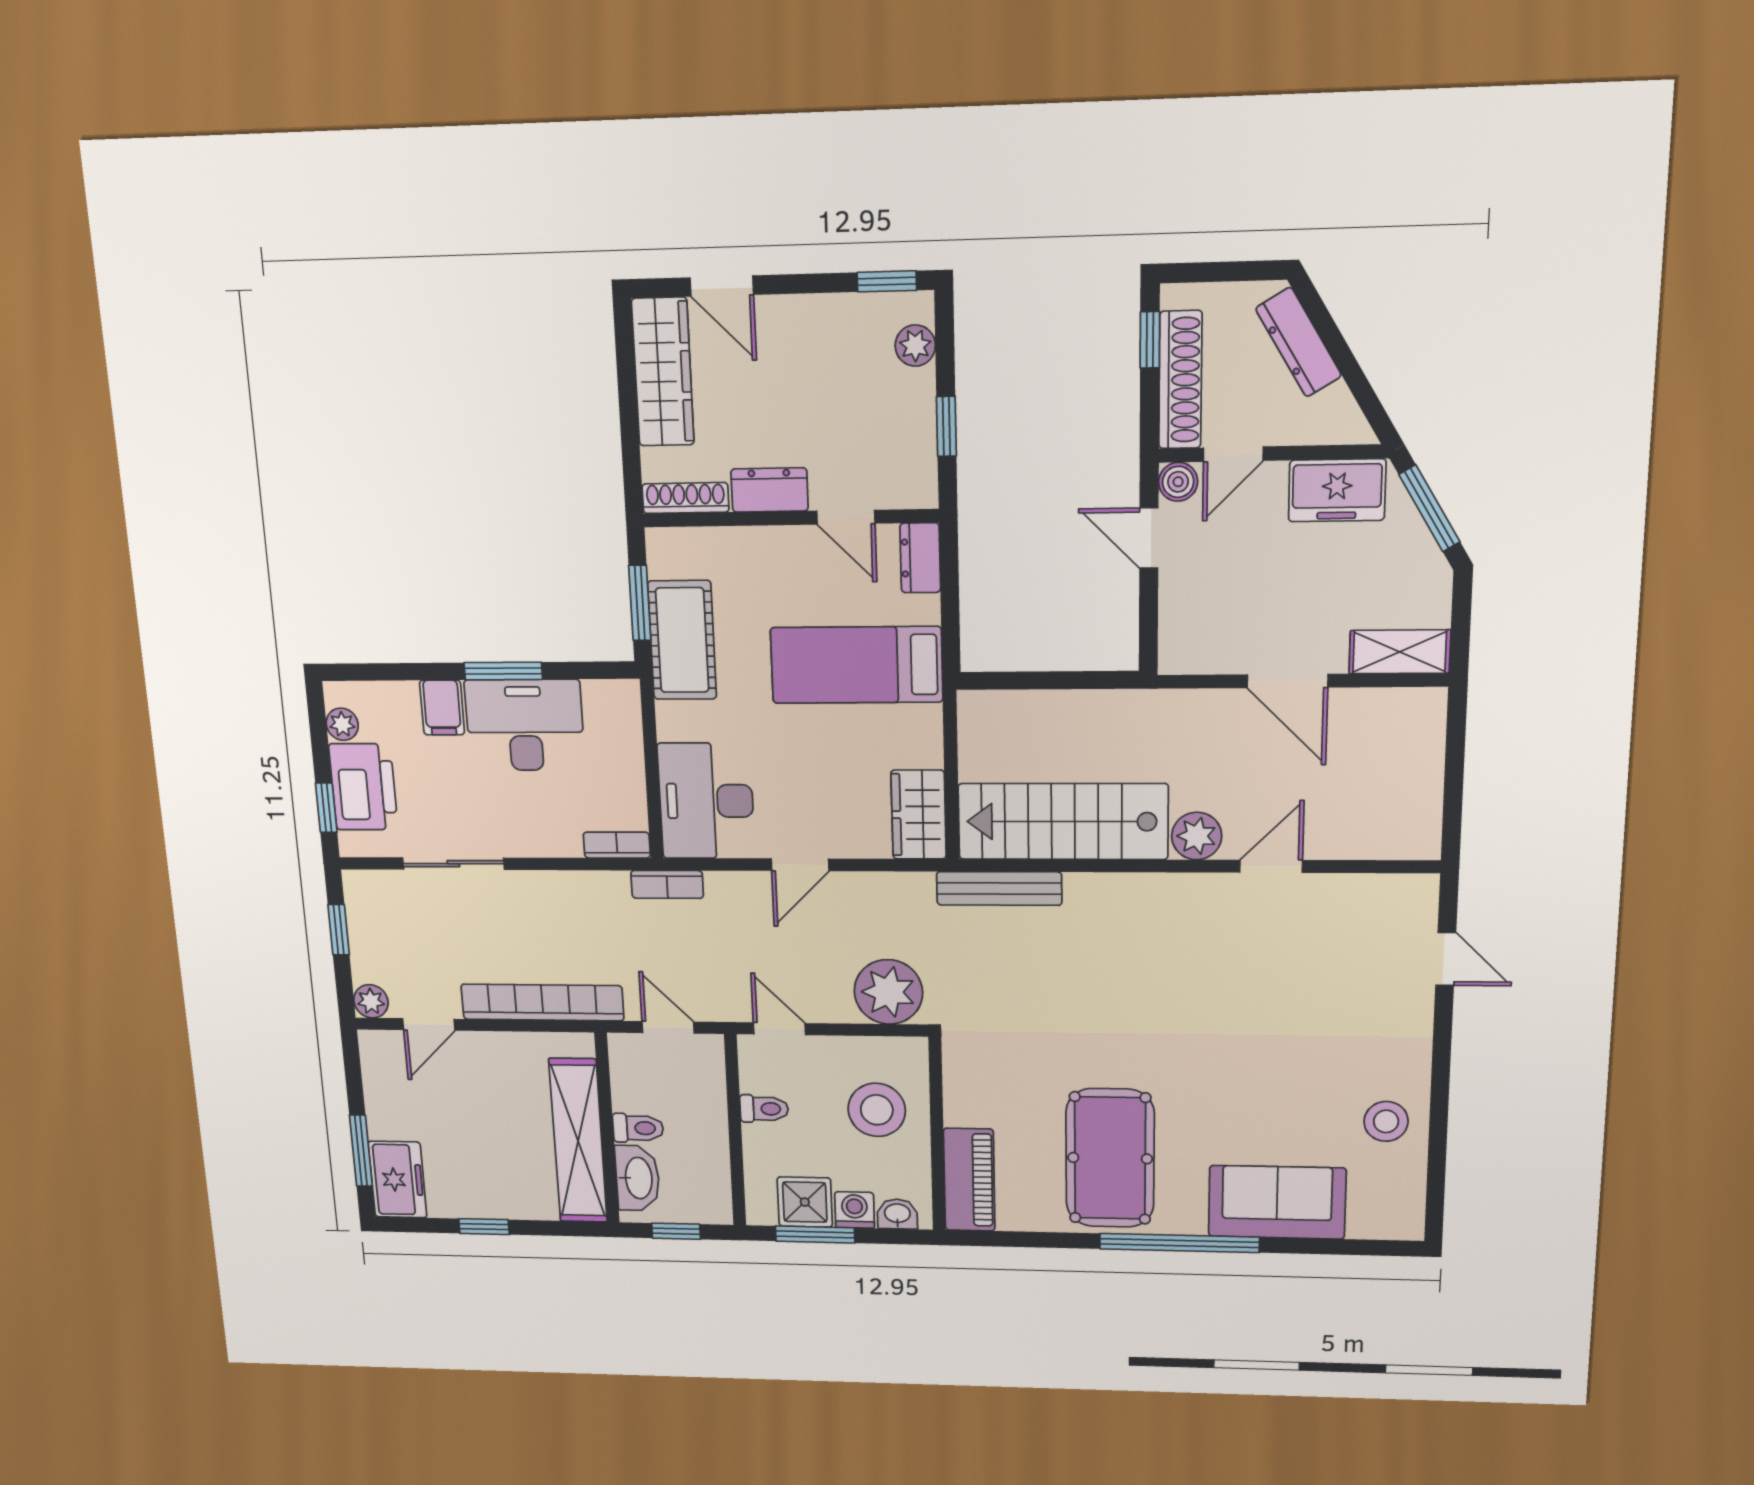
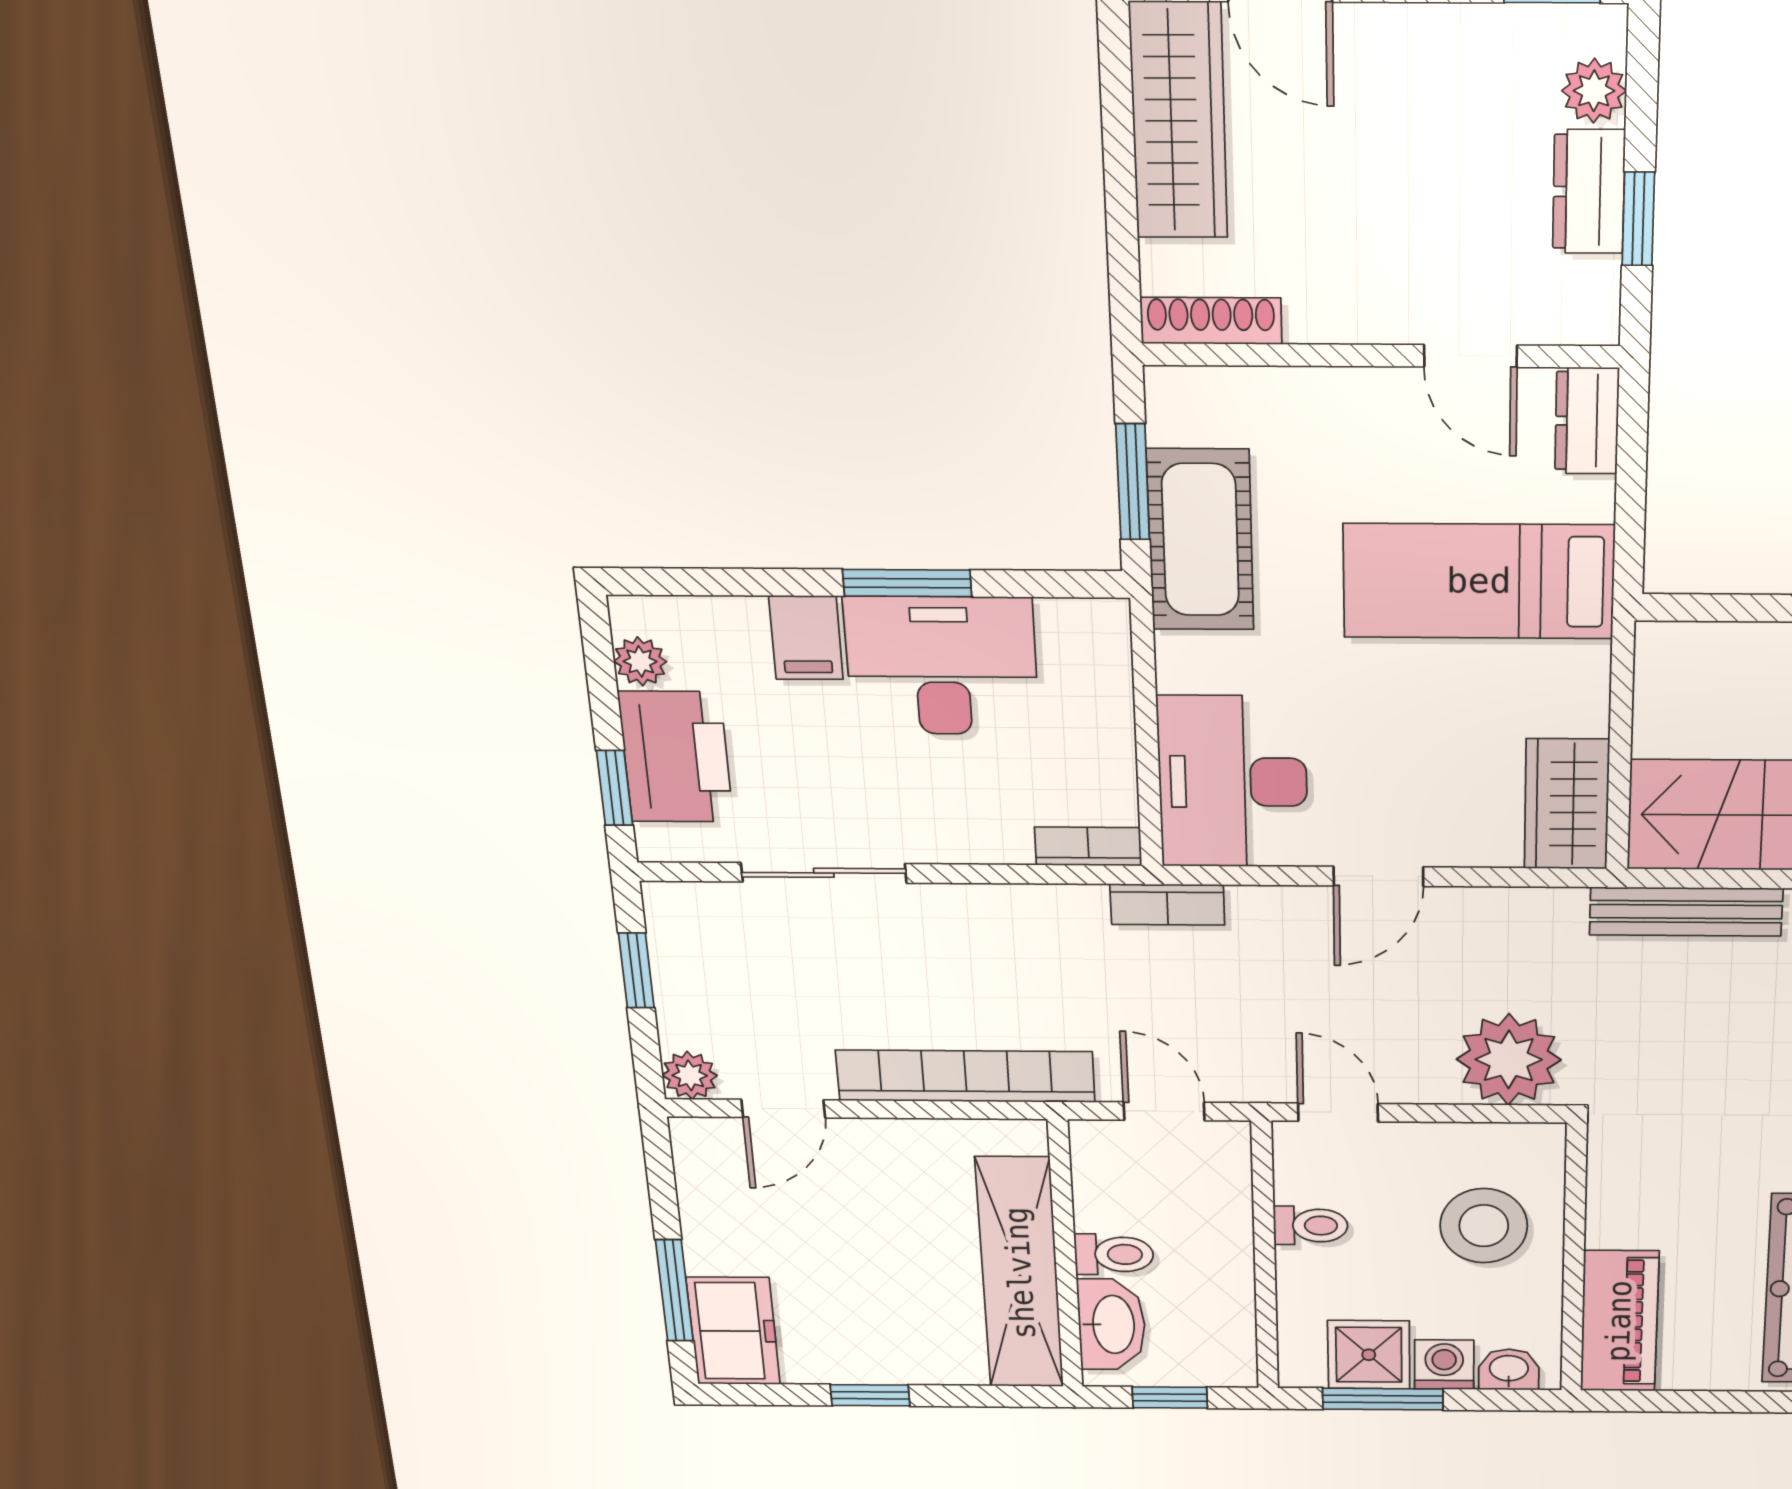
dresser: (770, 490) -> (1589, 192), moved, turned -90

